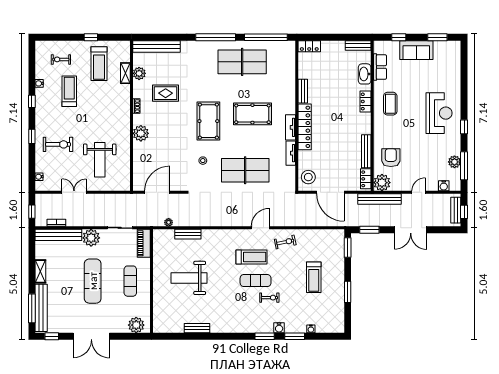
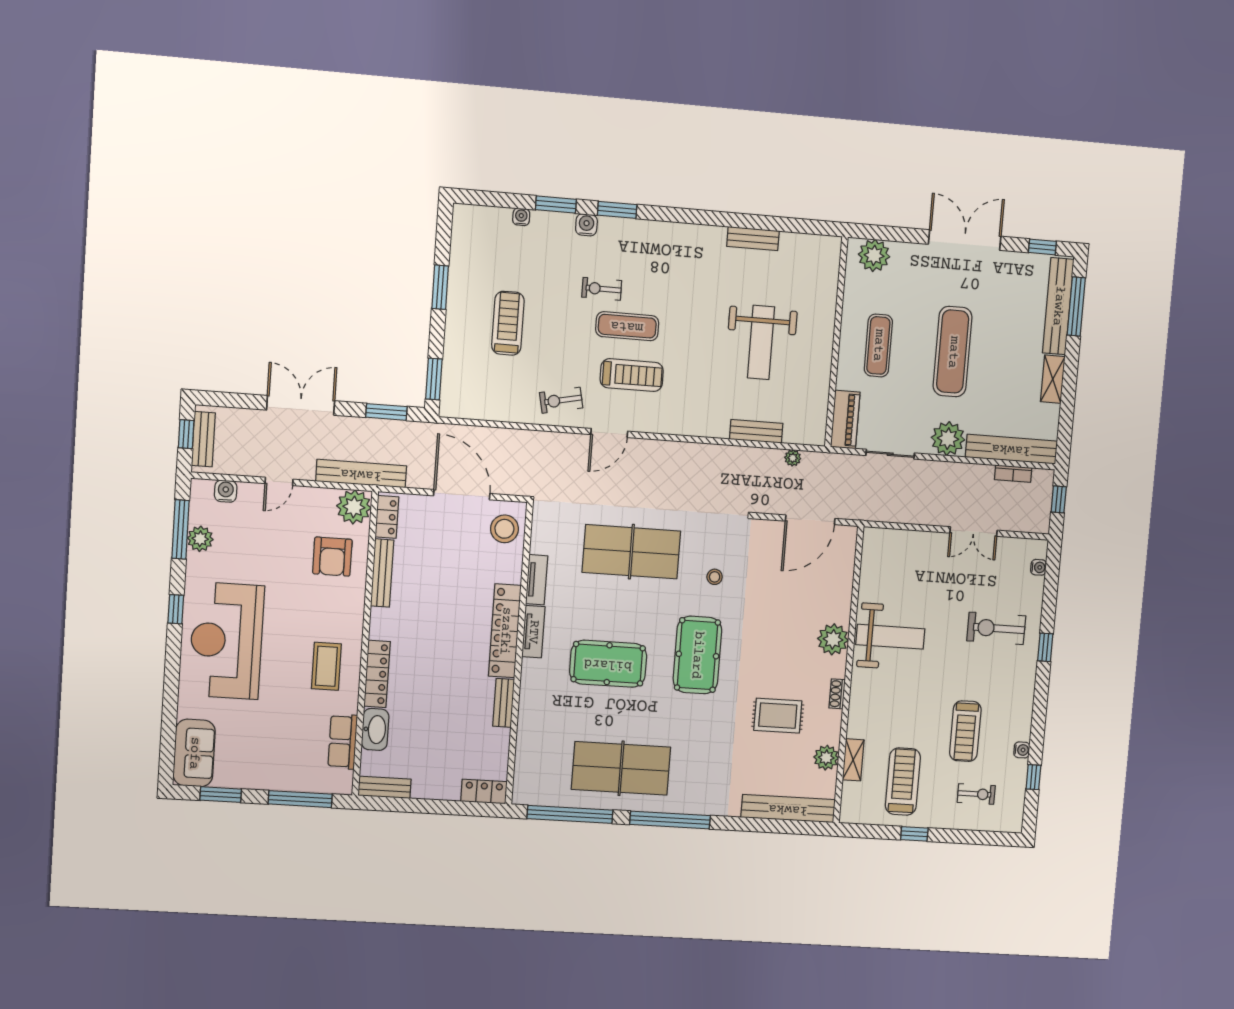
window: (399, 37) -> (300, 799), width x2.17
sofa: (416, 50) -> (194, 753), moved, turned 90
window: (32, 101) -> (1033, 777), moved
locker: (365, 101) -> (377, 674), width x1.53
reception desk: (439, 113) -> (226, 641), width x1.36, depth x1.30
weight bench: (100, 160) -> (890, 637), moved, turned 90
treadmill: (252, 257) -> (632, 375), turned 180
weight bench: (189, 278) -> (761, 342), turned 90

